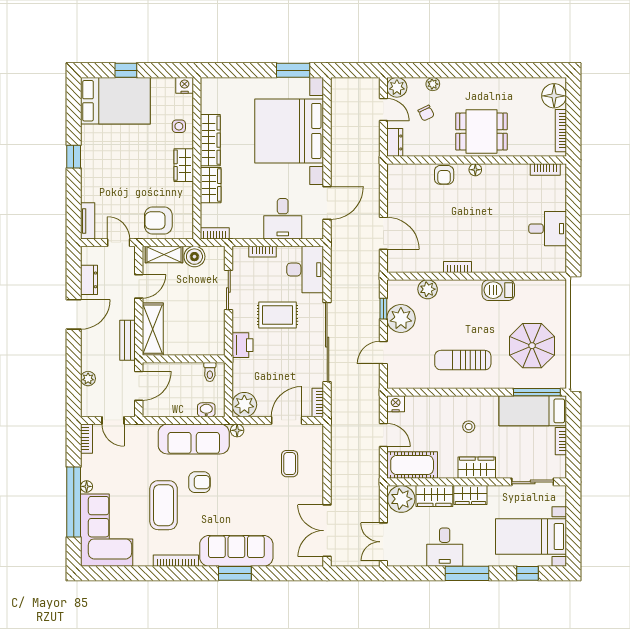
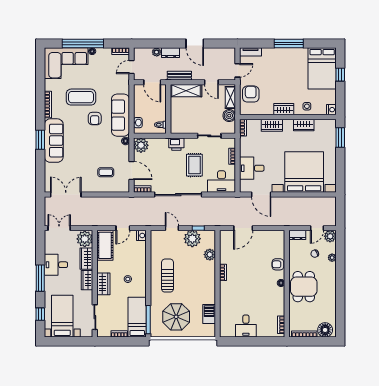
window: (293, 70) -> (340, 137), moved
wardrobe: (210, 140) -> (304, 125), width x0.67
window: (74, 157) -> (289, 44), width x2.17
dresser: (89, 280) -> (171, 53), moved
barbecue: (498, 290) -> (209, 314), moved

